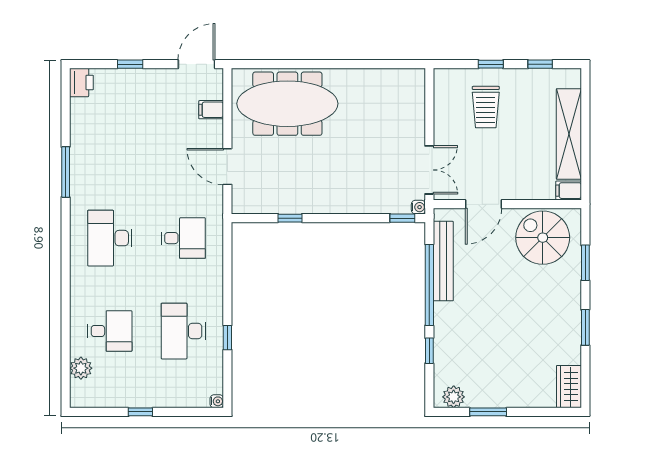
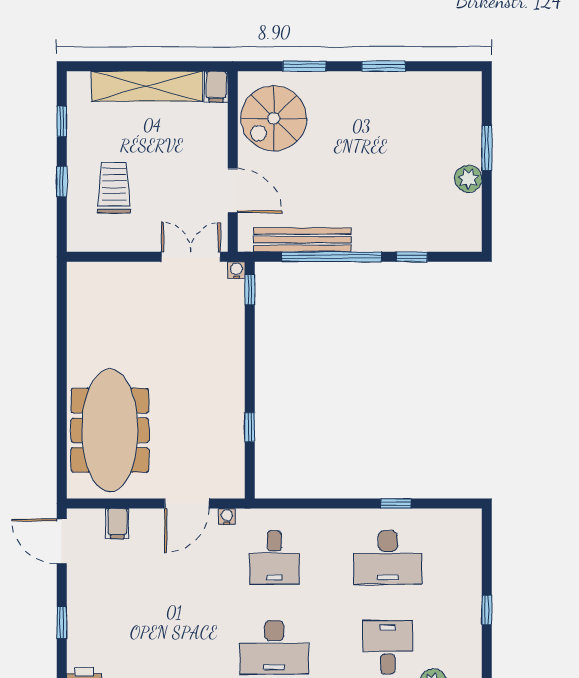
trolley: (486, 107) -> (114, 188), turned -90
desk: (183, 238) -> (274, 558), turned 180
wardrobe: (569, 387) -> (456, 86), removed
plant: (454, 397) -> (468, 179), moved
water cooler: (217, 401) -> (227, 517), moved
window: (488, 412) -> (487, 148), moved

